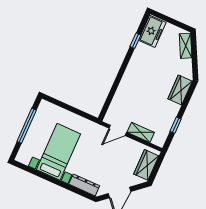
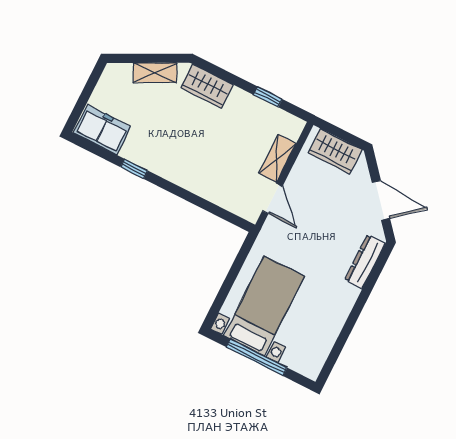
window: (135, 41) -> (134, 169), moved
shelving: (186, 46) -> (155, 73), moved
bed with nightstands: (59, 152) -> (264, 306), moved, turned 90

